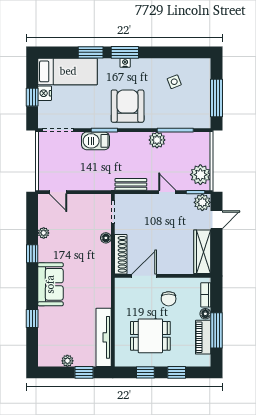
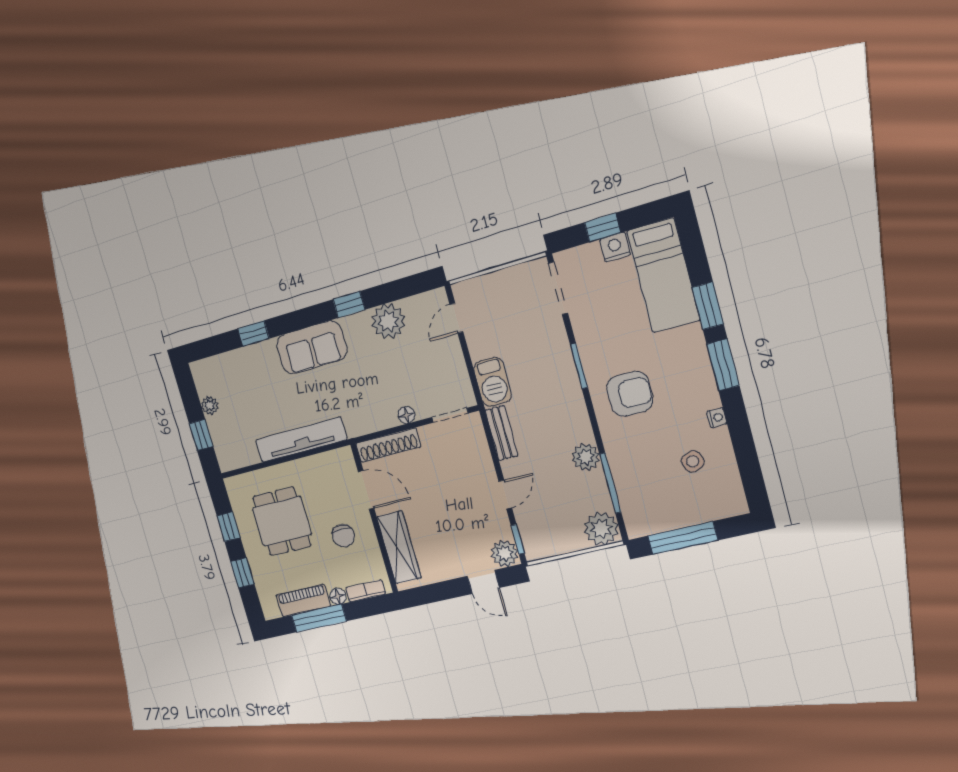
nightstand: (125, 63) -> (717, 418), moved
armchair: (128, 106) -> (630, 394), width x0.73, depth x0.73
barbecue: (96, 141) -> (493, 382), moved, turned 180
plant: (200, 175) -> (601, 529), moved
plant: (44, 233) -> (388, 321), width x1.88, depth x1.88
wardrobe: (202, 252) -> (399, 547), moved, turned 90
chair: (169, 299) -> (343, 536), turned -90
tv unit: (104, 337) -> (301, 440), moved

